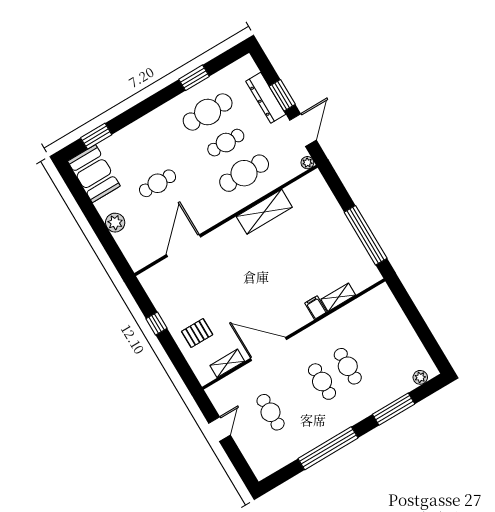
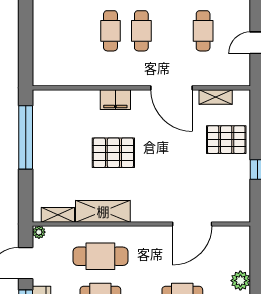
pallet: (285, 266) -> (113, 153), added
shelving: (338, 297) -> (58, 215), moved
filing cabinet: (316, 308) -> (115, 100), width x2.00
pallet: (197, 333) -> (226, 140), width x1.50, depth x1.42

